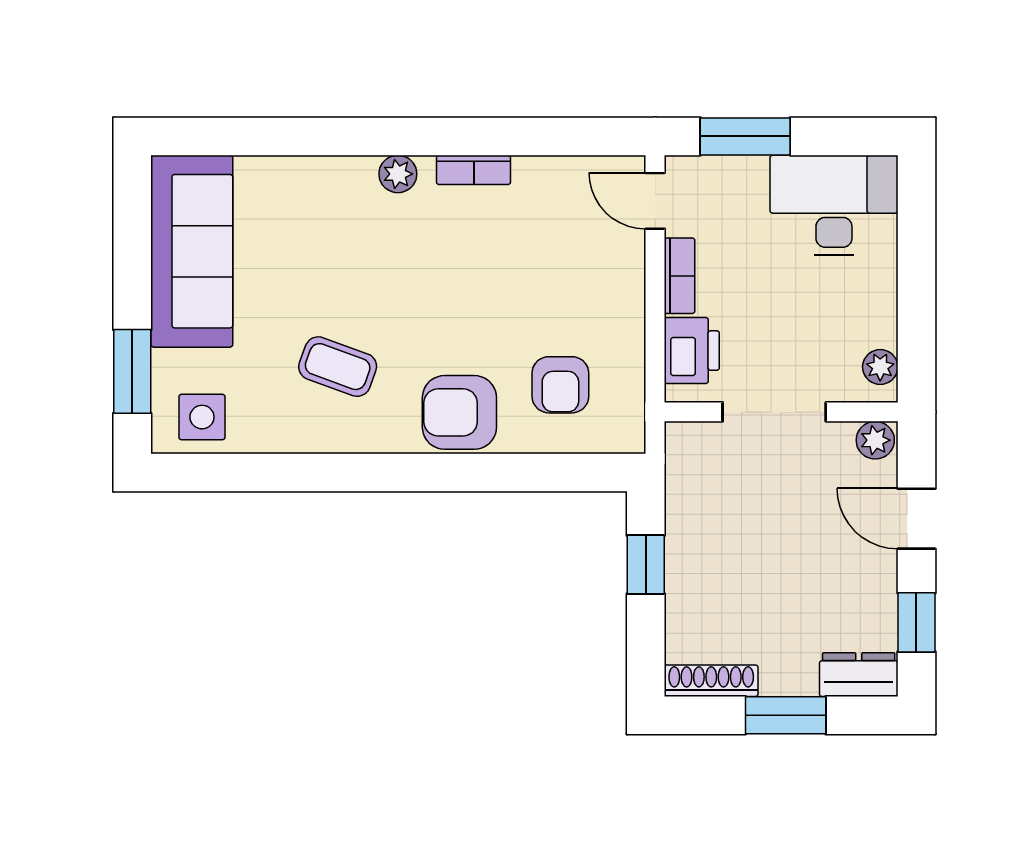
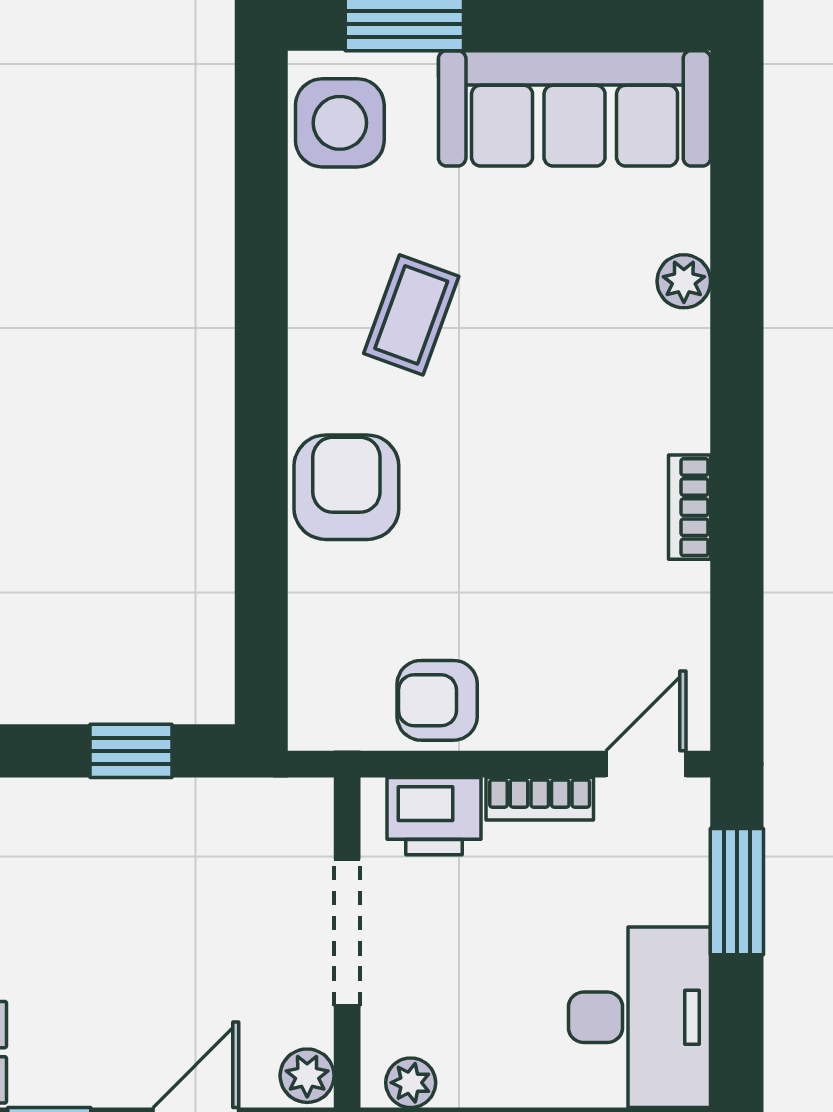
plant: (398, 174) -> (684, 281), moved
armchair: (560, 385) -> (437, 700), moved
side table: (202, 417) -> (340, 123), width x1.37, depth x1.37

